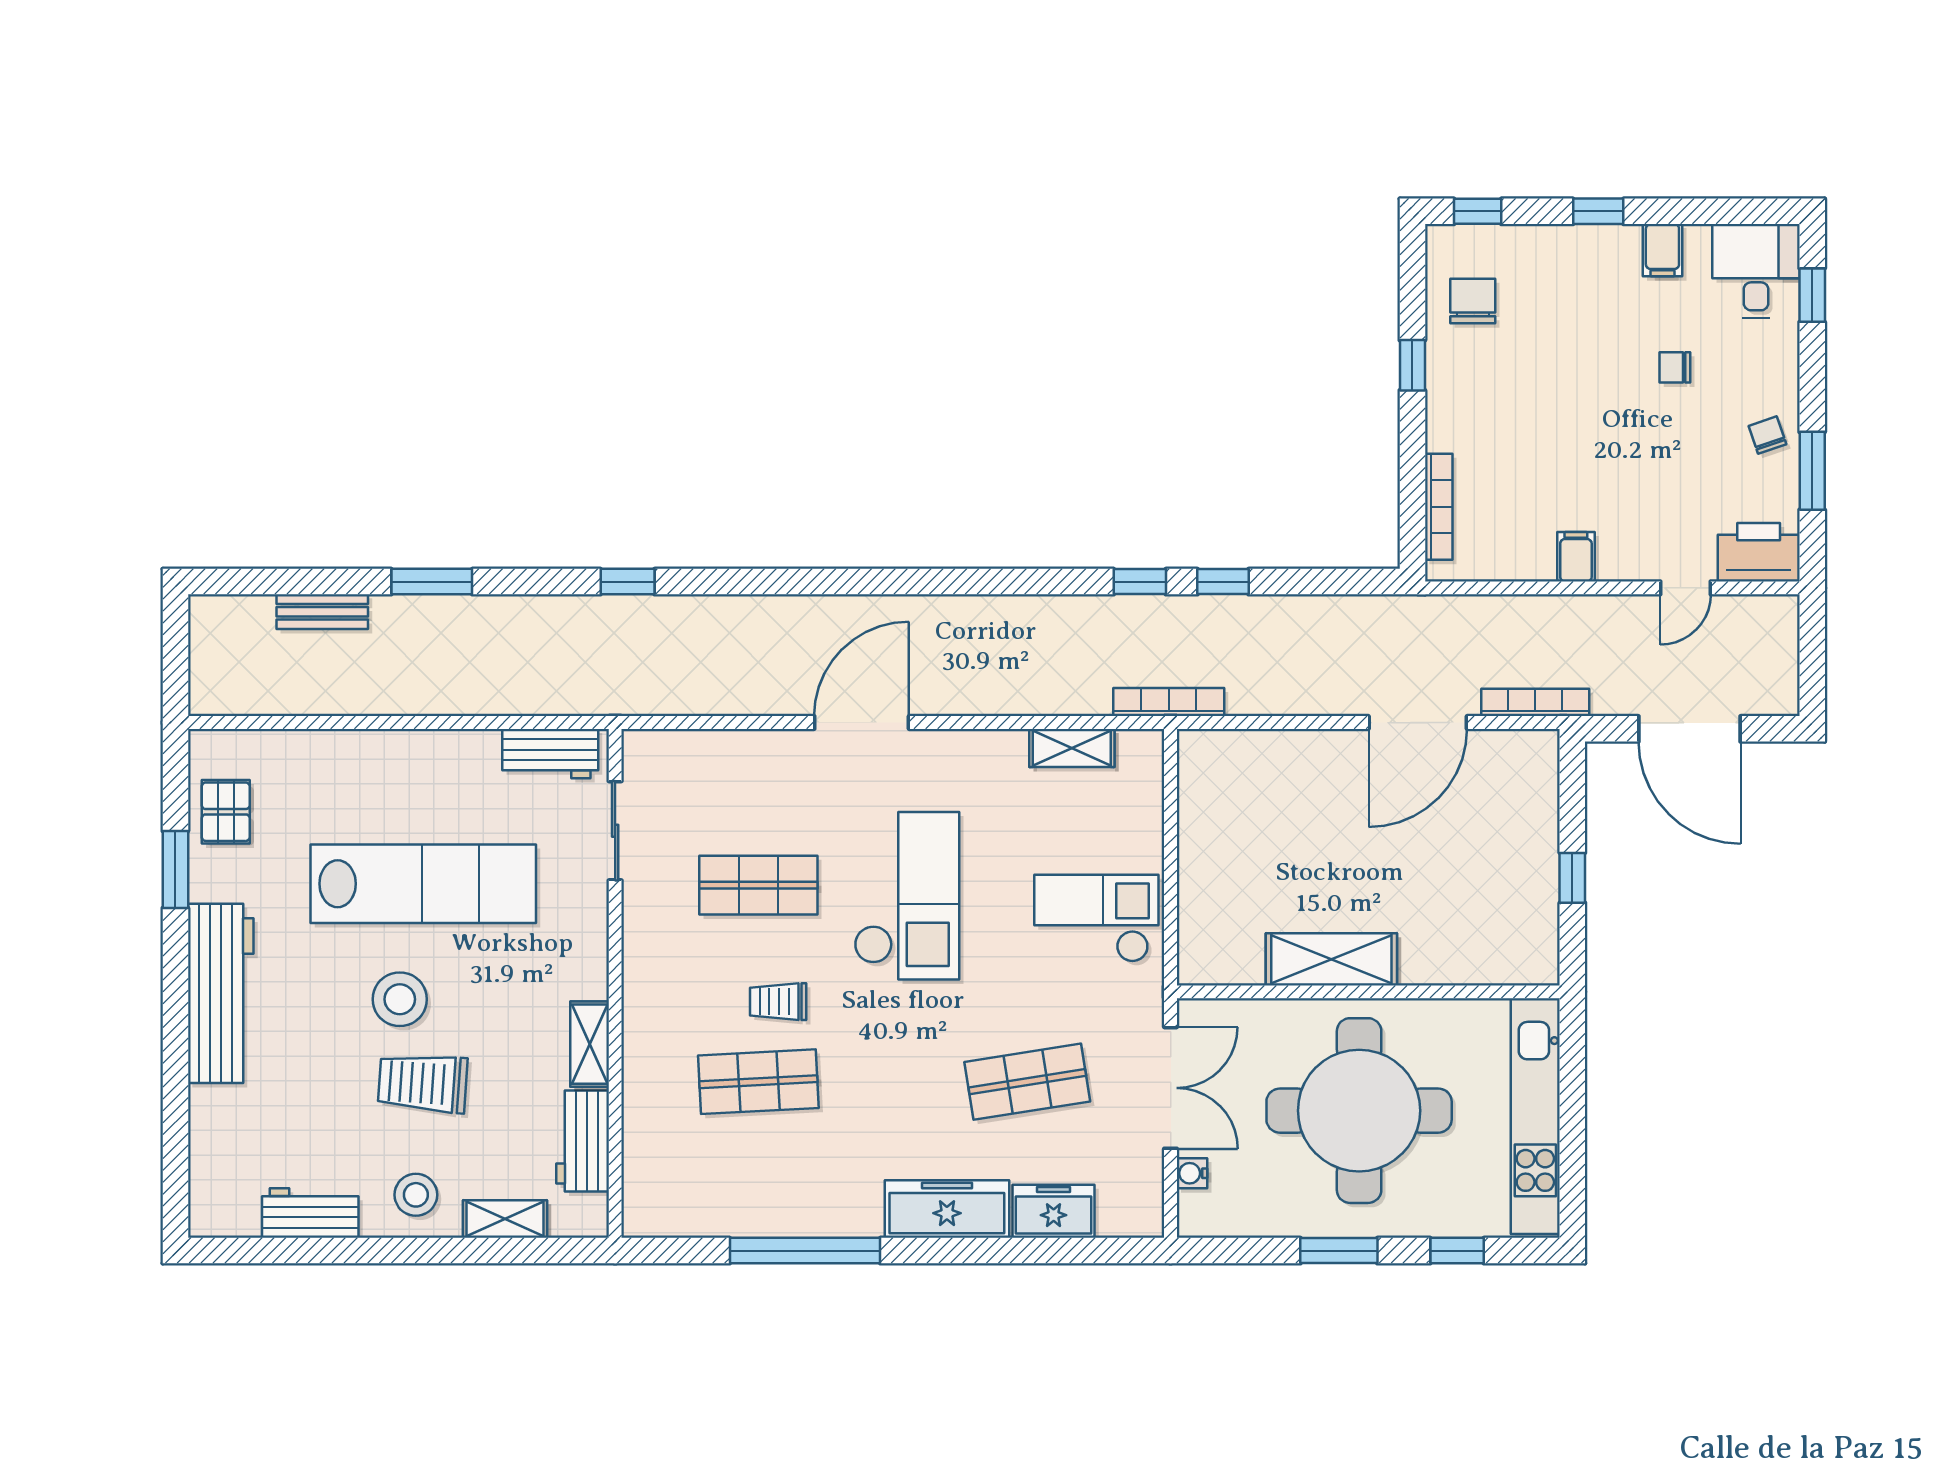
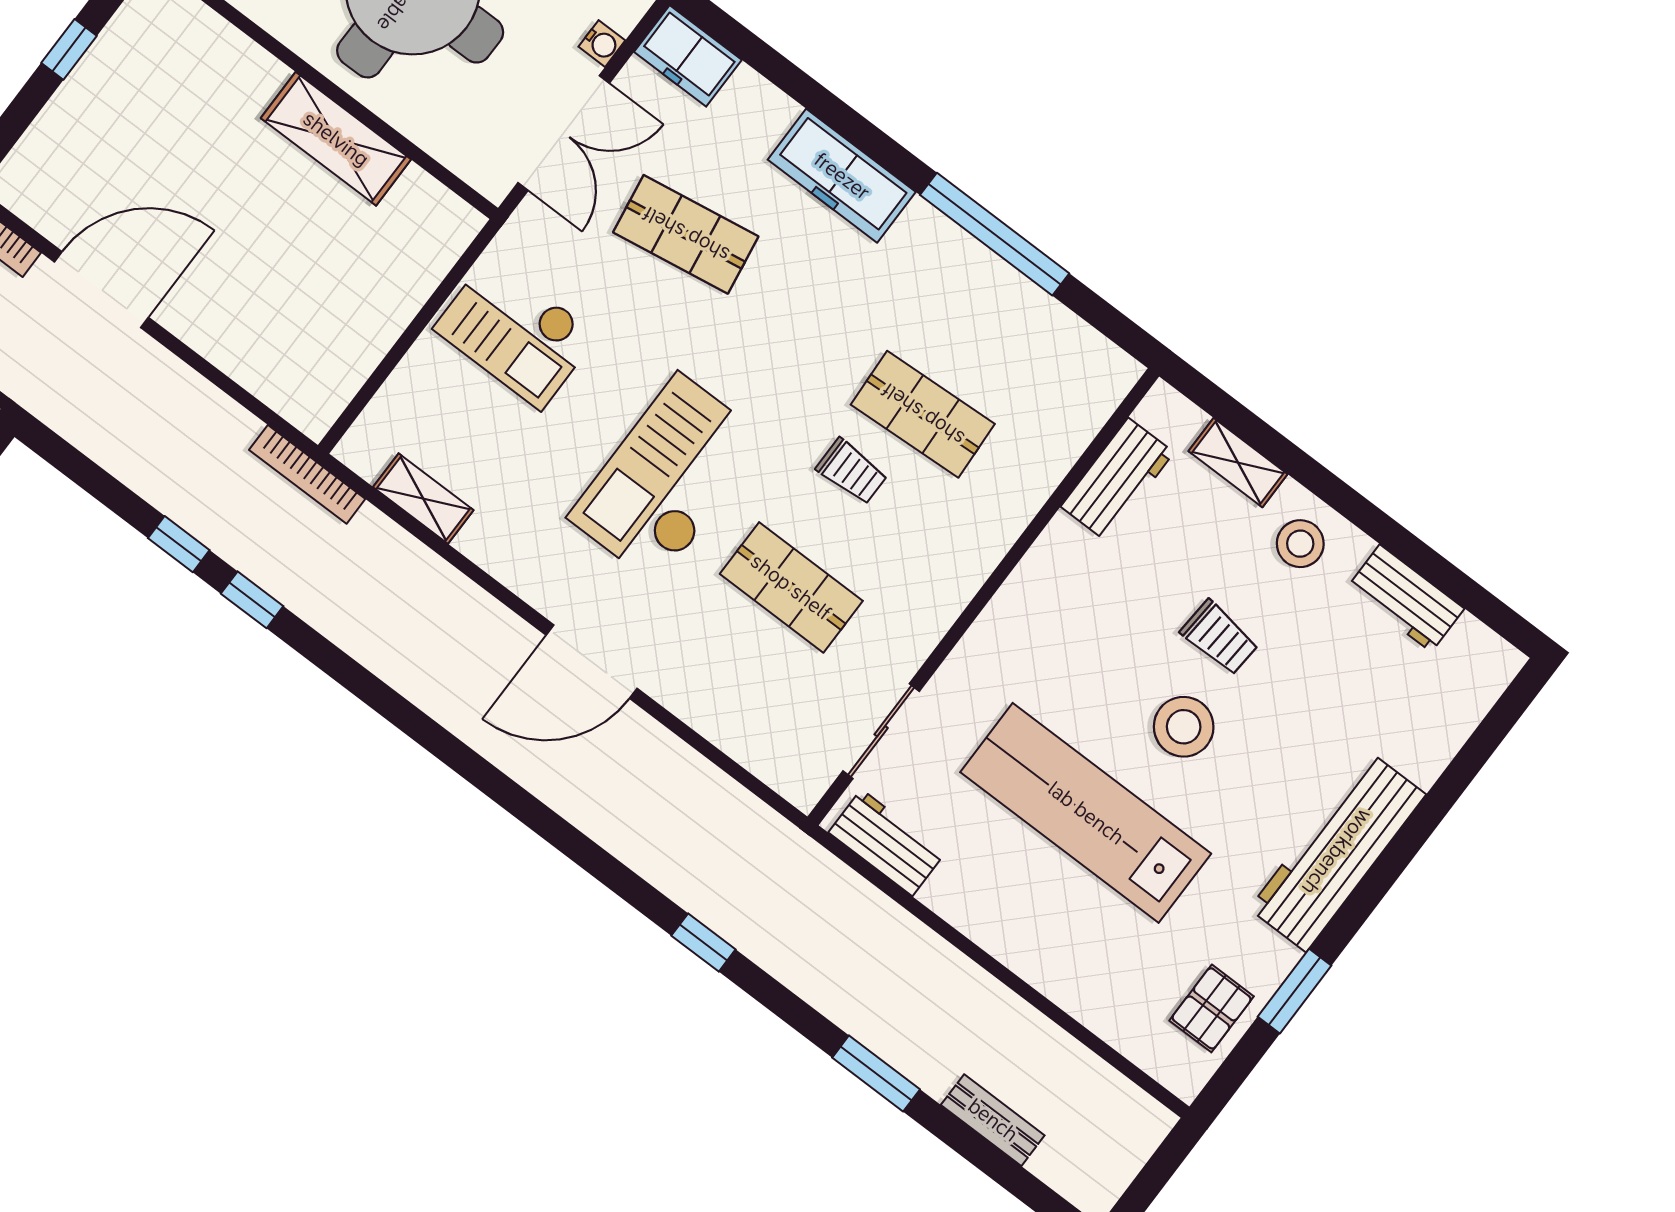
shelving: (590, 1044) -> (1046, 560), removed
trolley: (423, 1083) -> (1220, 638), width x0.73, depth x0.72
double door: (1171, 1088) -> (564, 133), swing flipped
freezer: (1054, 1211) -> (688, 56), moved

